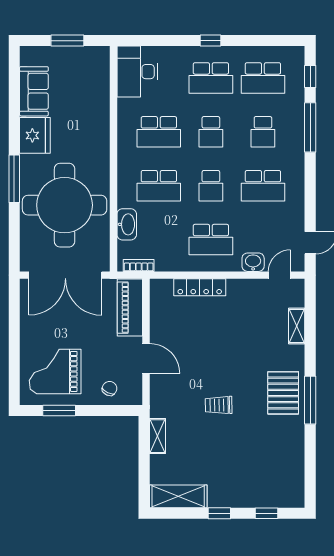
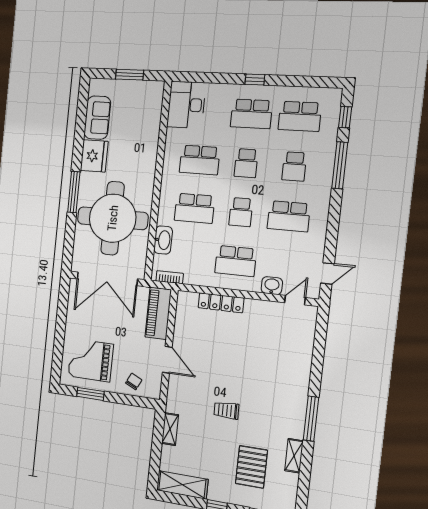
shelving: (297, 326) -> (294, 456), moved
pallet: (283, 393) -> (251, 467), moved

